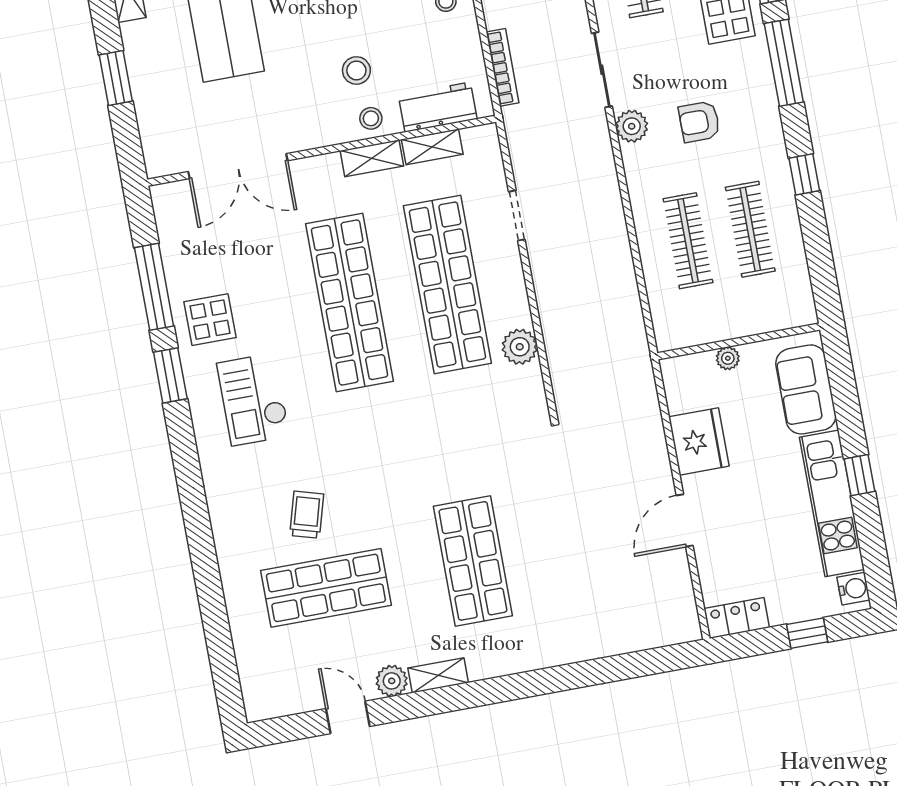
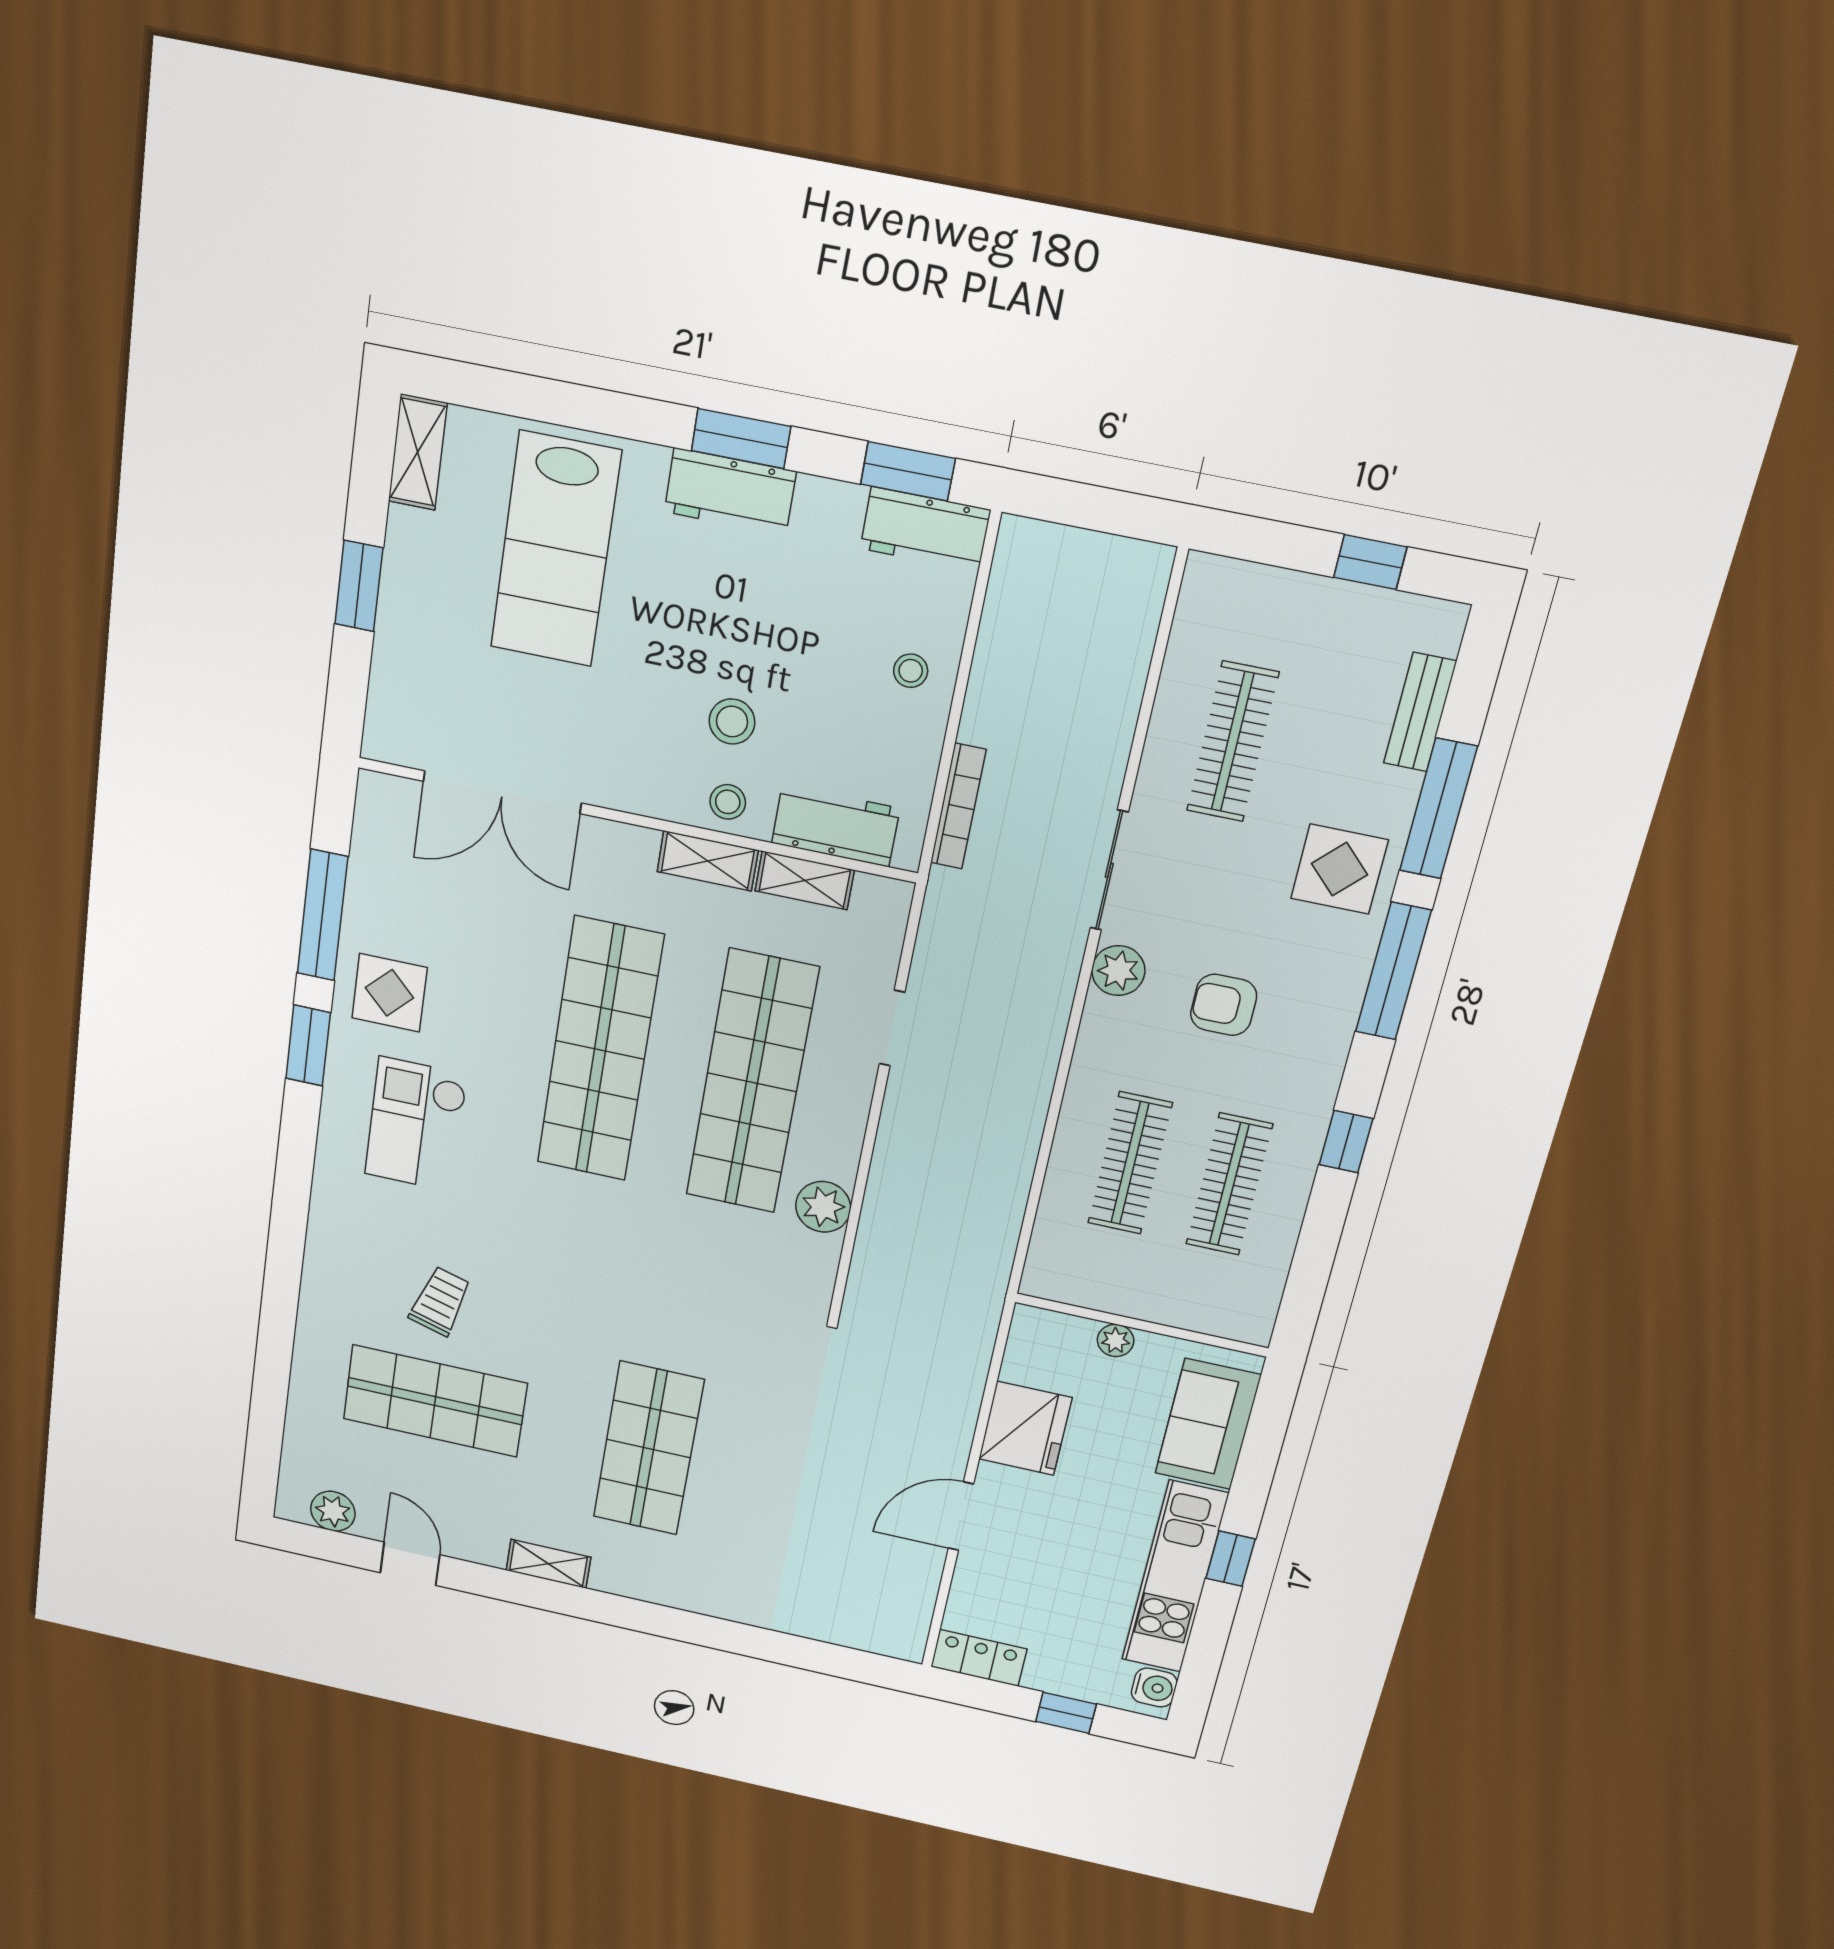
plant: (392, 681) -> (333, 1511), moved

